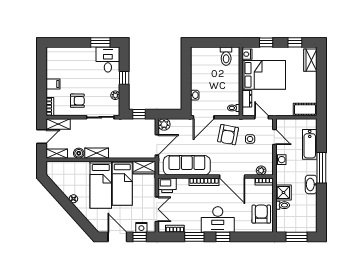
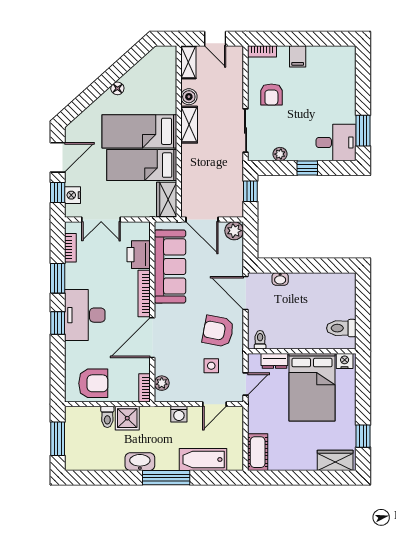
window: (266, 42) -> (363, 391), removed
shelving: (58, 124) -> (235, 64), removed
printer: (167, 185) -> (139, 255), moved

